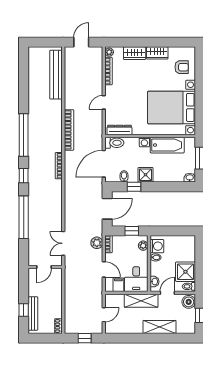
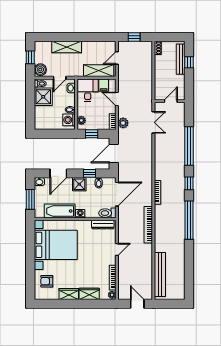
door: (81, 42) -> (137, 304), swing flipped
door: (169, 187) -> (58, 173), added
shelving: (141, 301) -> (99, 71), moved

